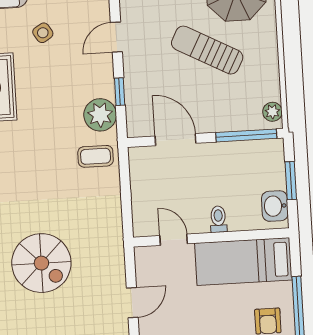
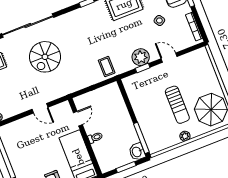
sun lounger: (207, 50) -> (177, 105), turned 152
plant: (272, 112) -> (185, 136), moved
plant: (100, 115) -> (141, 57), moved
door: (176, 140) -> (128, 103), removed
washbasin: (275, 206) -> (137, 152), moved, turned -90

